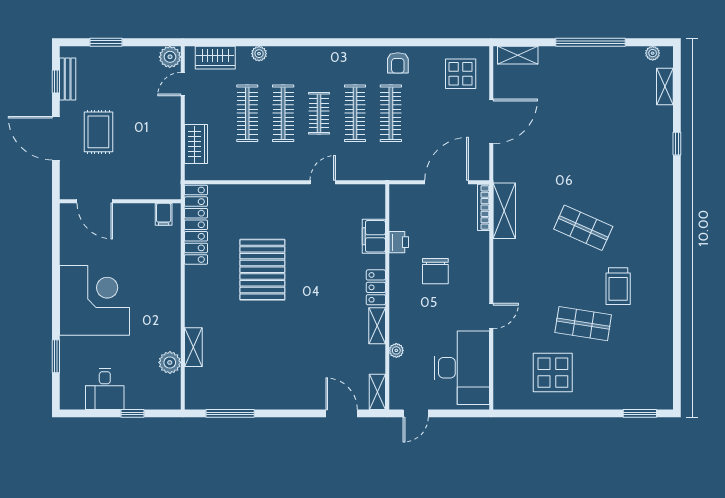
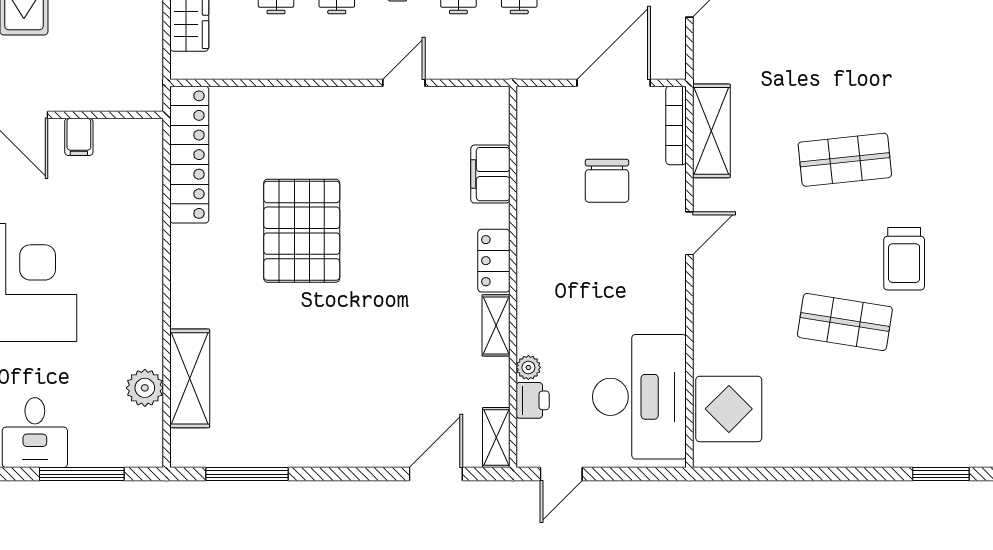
filing cabinet: (164, 214) -> (79, 137), moved
shop shelf: (583, 228) -> (845, 160), turned -30
printer: (399, 242) -> (533, 400), moved
chair: (435, 271) -> (607, 181), moved
door: (491, 316) -> (689, 233), moved
shelving: (193, 347) -> (190, 378), width x1.50, depth x1.33
display table: (553, 373) -> (729, 409), moved
window: (133, 413) -> (82, 474), width x2.17
door: (342, 413) -> (436, 474), hinge flipped

